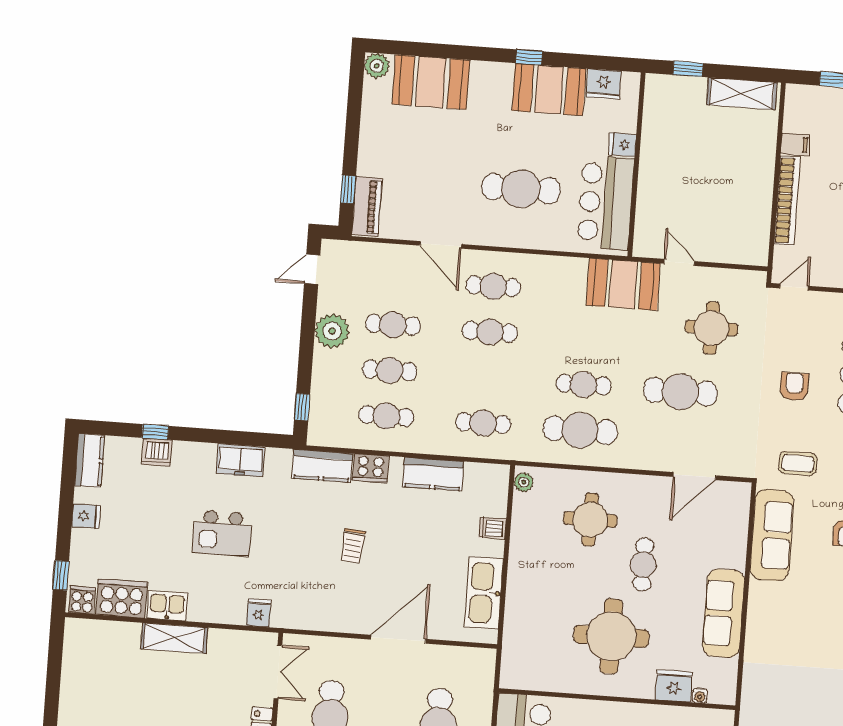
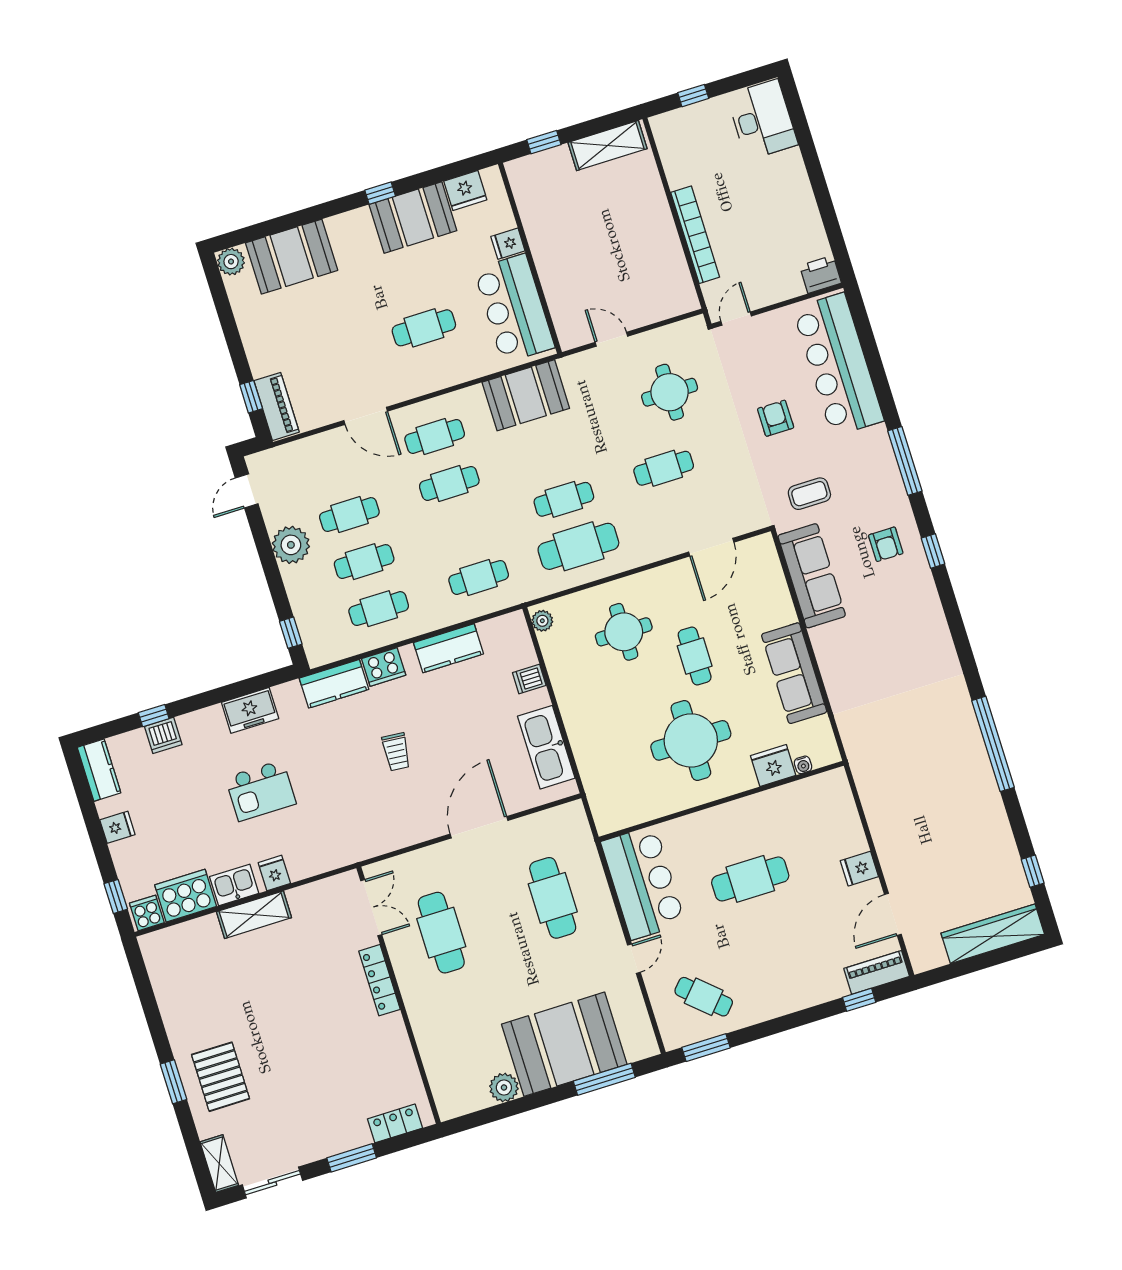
filing cabinet: (795, 144) -> (681, 175), removed
cafe table: (521, 189) -> (424, 328), width x0.73, depth x0.74
booth: (623, 284) -> (526, 395), moved
cafe table: (680, 392) -> (664, 468), width x0.73, depth x0.74
fridge: (259, 613) -> (274, 873), moved

